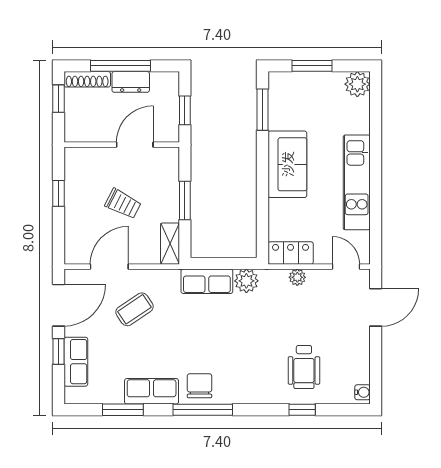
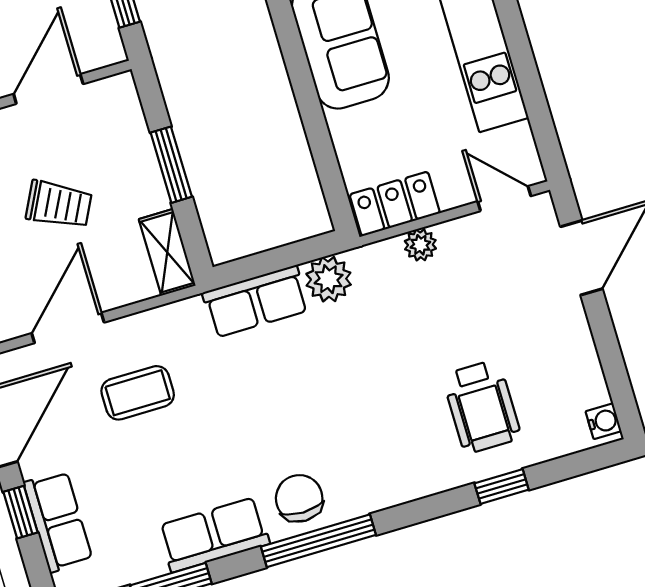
coffee table: (134, 309) -> (138, 393), turned 34

